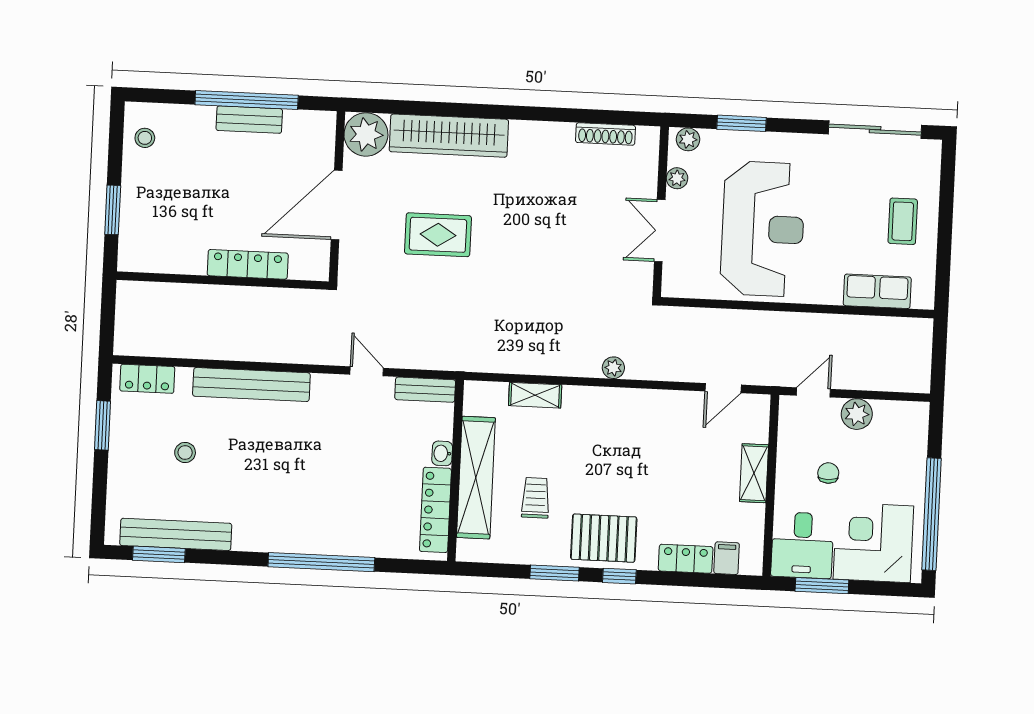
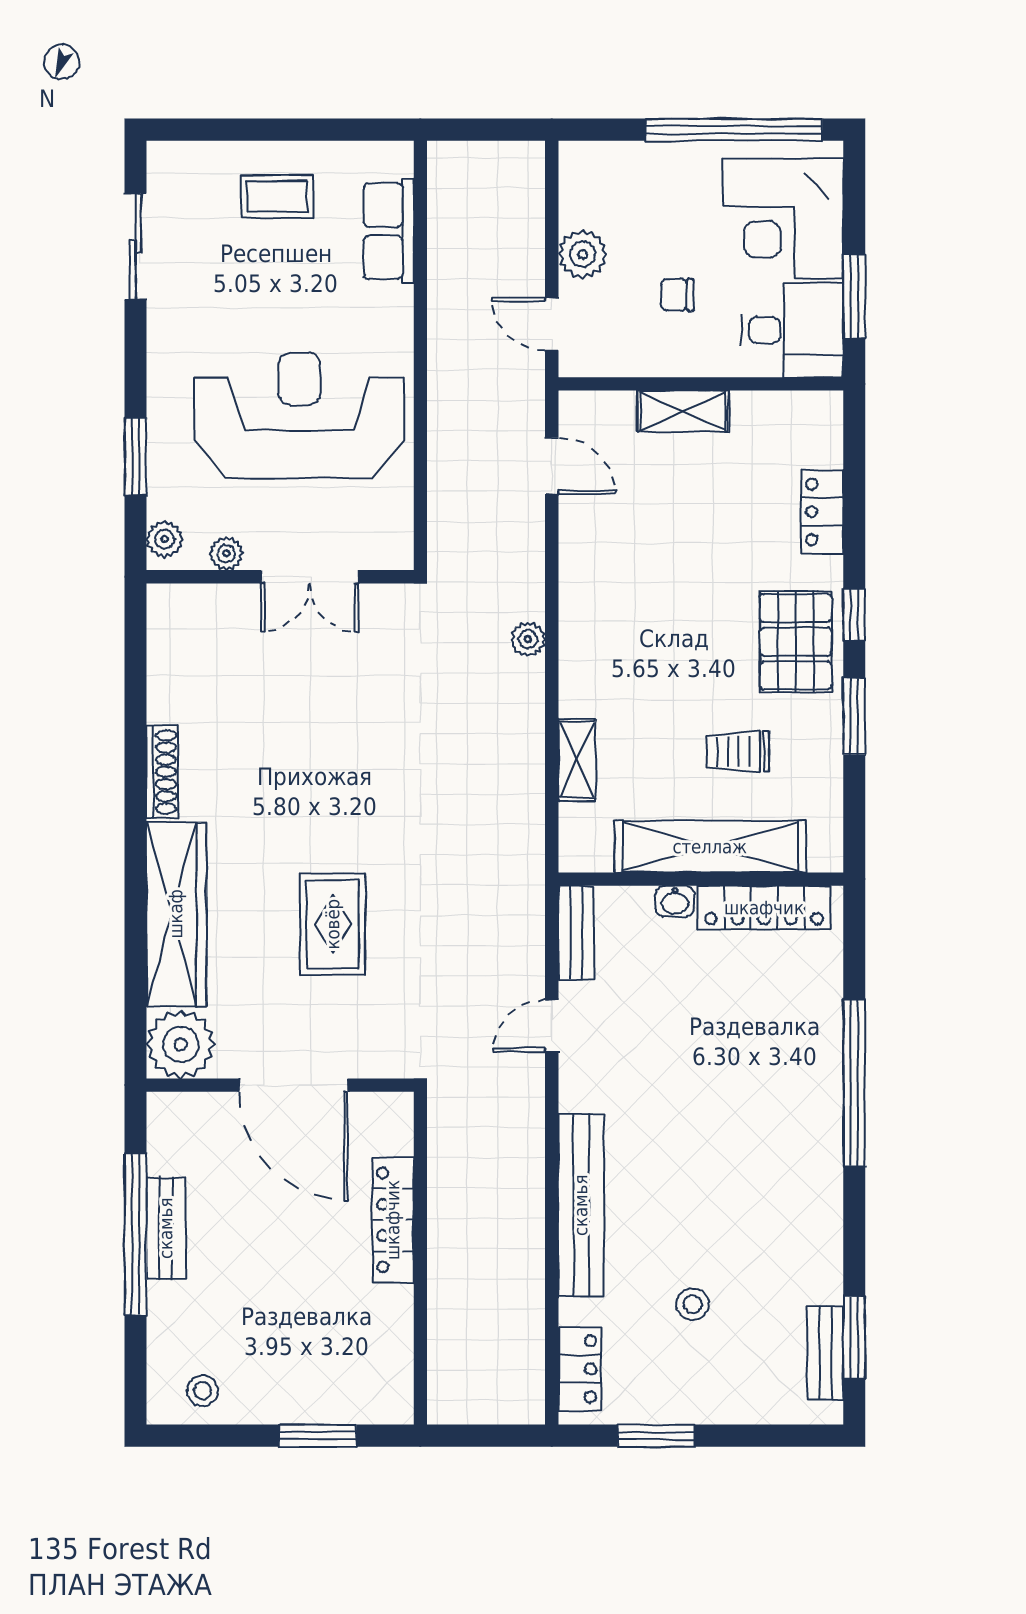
sliding door: (875, 130) -> (135, 247), width x0.73
shoe rack: (606, 134) -> (162, 772), moved
bench: (176, 534) -> (825, 1353), width x0.54, depth x0.82
filing cabinet: (727, 558) -> (818, 448), removed

